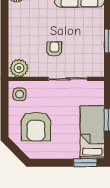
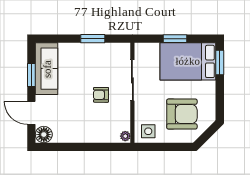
plant: (19, 68) -> (125, 136), width x0.53, depth x0.53
bed: (92, 132) -> (188, 61), width x1.50

